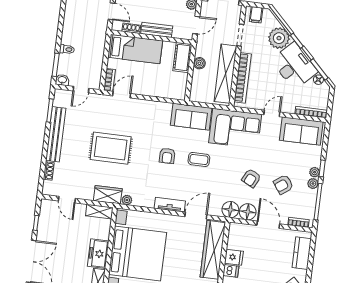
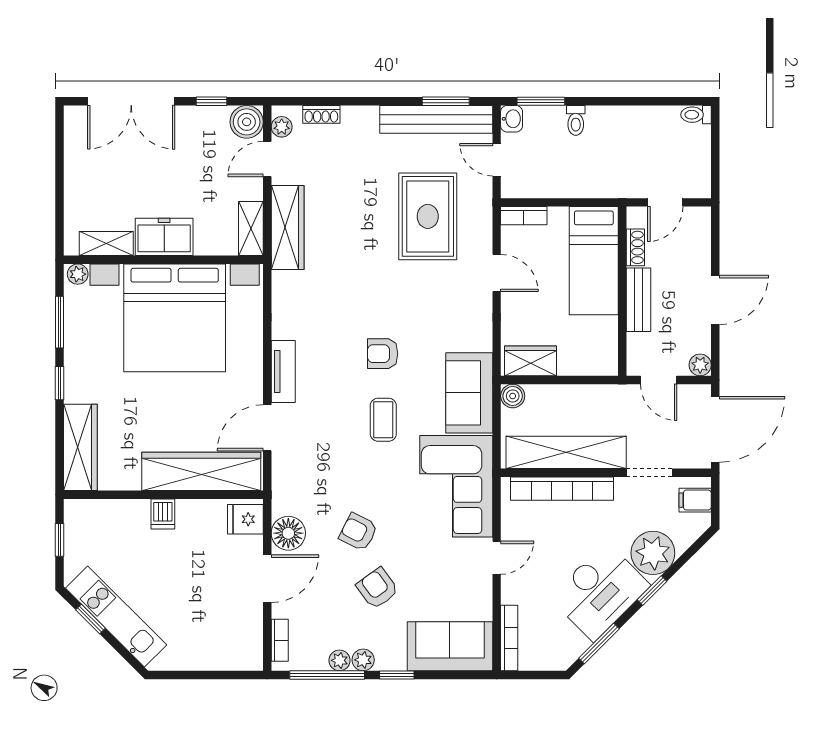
cot: (182, 58) -> (588, 360), removed
boiler: (199, 63) -> (513, 396), moved
floor lamp: (318, 80) -> (578, 645), removed
wardrobe: (179, 85) -> (530, 361), added
door: (122, 95) -> (497, 273), moved
door: (272, 113) -> (497, 558), hinge flipped
sofa: (301, 131) -> (450, 646), moved, turned 90
bench: (56, 134) -> (436, 119), moved
rug: (111, 148) -> (428, 216), moved
plant: (315, 172) -> (339, 660), moved
armchair: (283, 184) -> (377, 588), moved
wardrobe: (108, 195) -> (288, 228), width x1.50
plant: (127, 200) -> (282, 127), moved
boiler: (48, 207) -> (247, 122), added
floor lamp: (230, 210) -> (288, 497), removed
door: (196, 216) -> (267, 428), swing flipped
kitchen counter: (302, 253) -> (217, 655), removed
fridge: (234, 257) -> (245, 519), moved, turned 90

